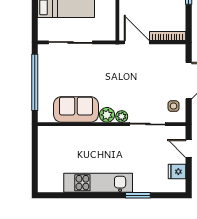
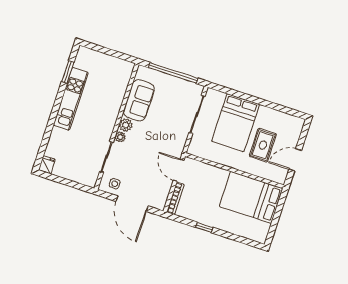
door: (137, 42) -> (179, 170), swing flipped
door: (189, 149) -> (74, 185), removed
fridge: (177, 172) -> (47, 165), moved
window: (138, 195) -> (68, 72), moved

